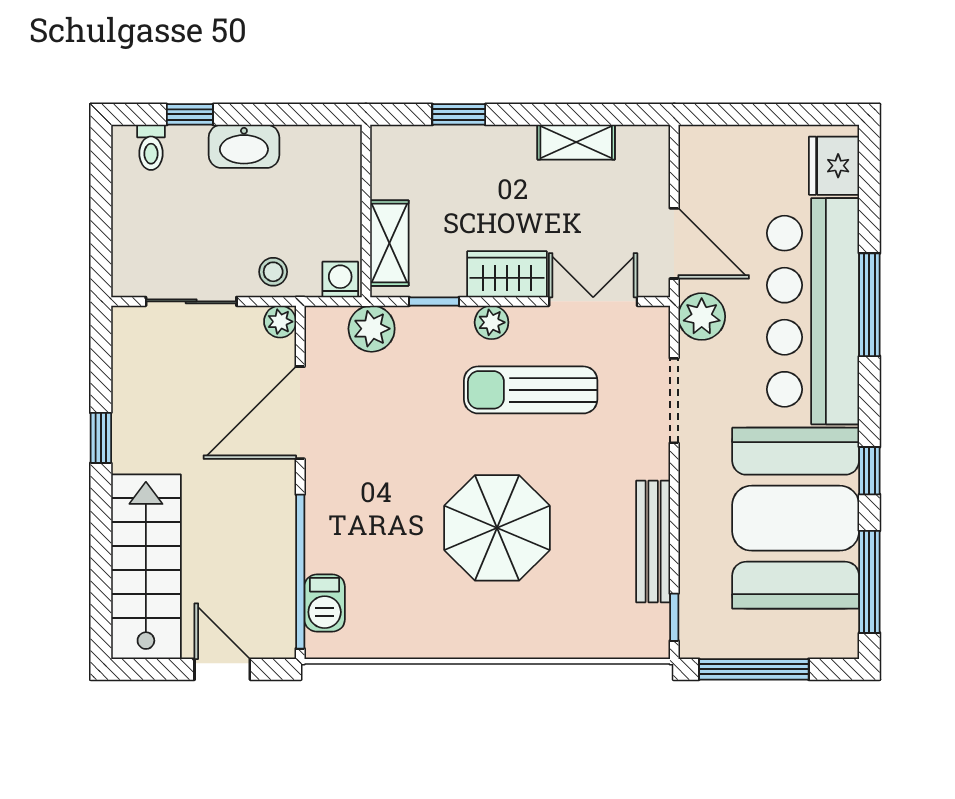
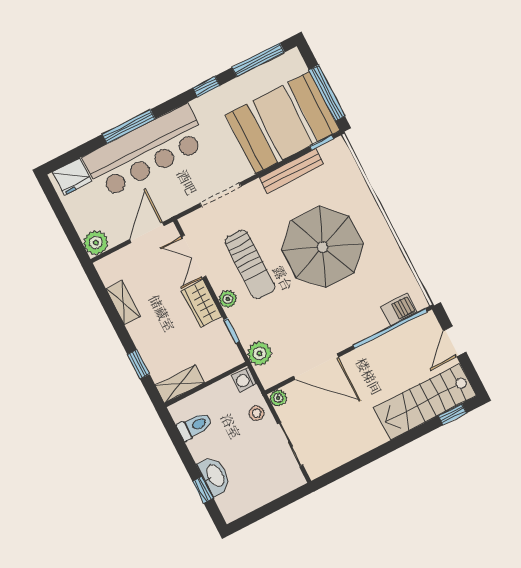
washbasin: (244, 146) -> (215, 476), moved
toilet: (151, 147) -> (195, 426), moved, width x1.37, depth x1.39
shelving: (389, 243) -> (180, 384), moved
plant: (702, 317) -> (96, 243), moved
window: (101, 438) -> (452, 414), moved
booth: (796, 518) -> (283, 123), moved
parasol: (497, 528) -> (323, 247), width x1.36, depth x1.36

